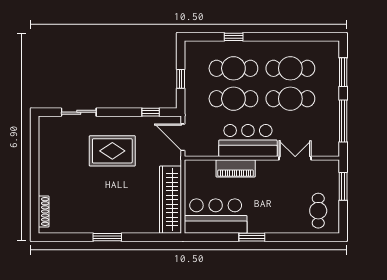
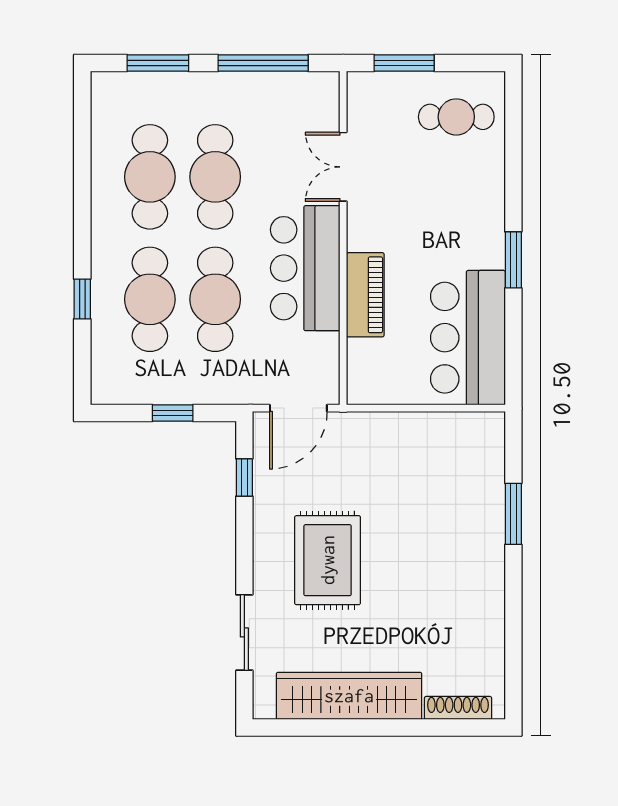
wardrobe: (170, 200) -> (349, 696), moved, turned 180
window: (107, 237) -> (513, 514), moved

